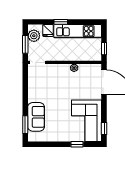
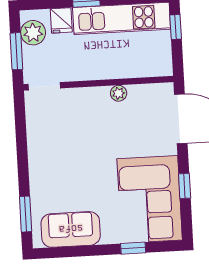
window: (104, 49) -> (176, 27), moved
sofa: (36, 117) -> (71, 229), moved, turned -90
window: (104, 128) -> (185, 186), moved

